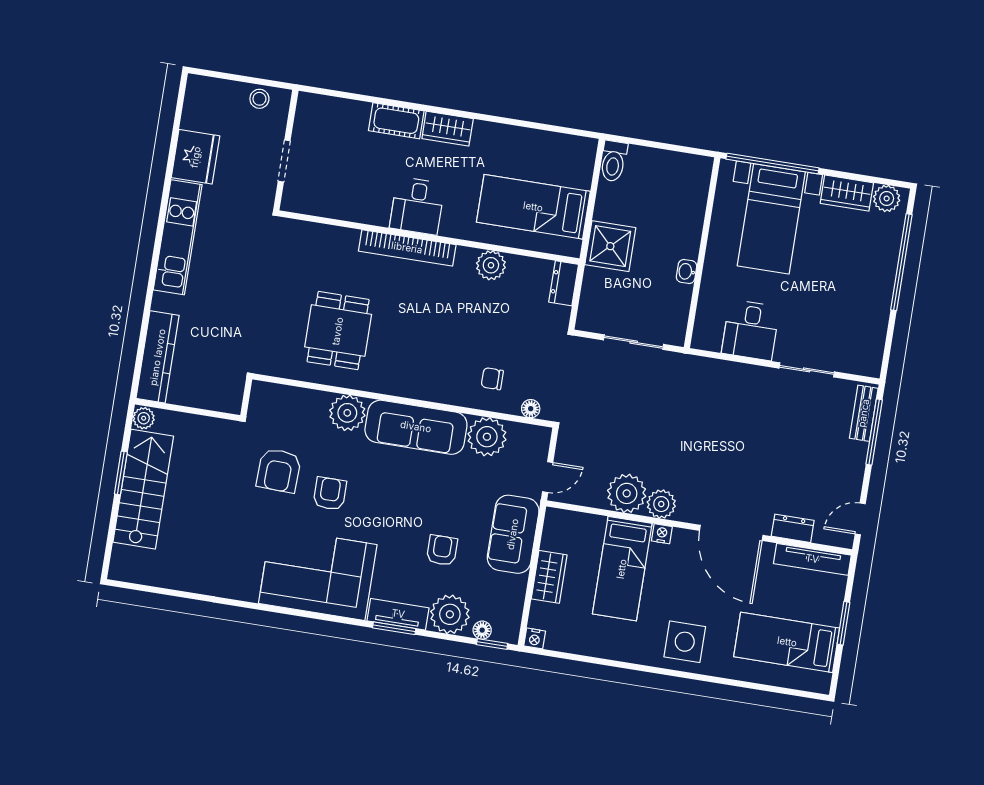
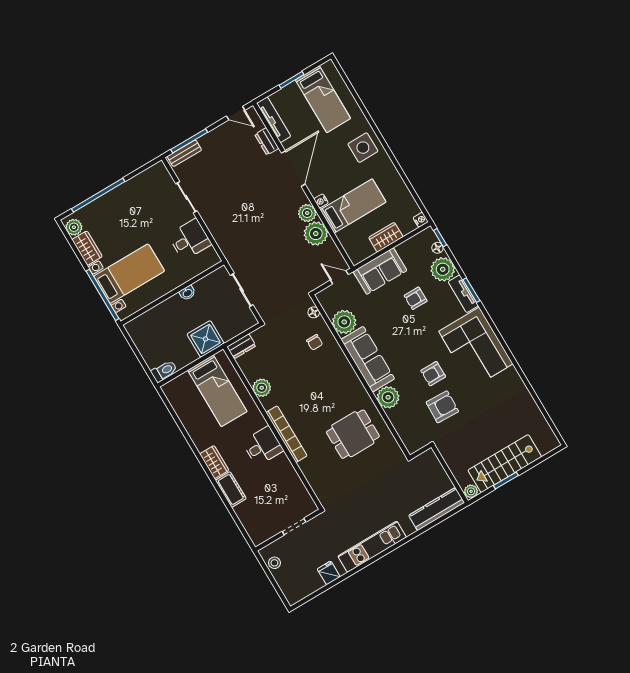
fridge: (196, 157) -> (329, 573), width x0.53, depth x0.75

